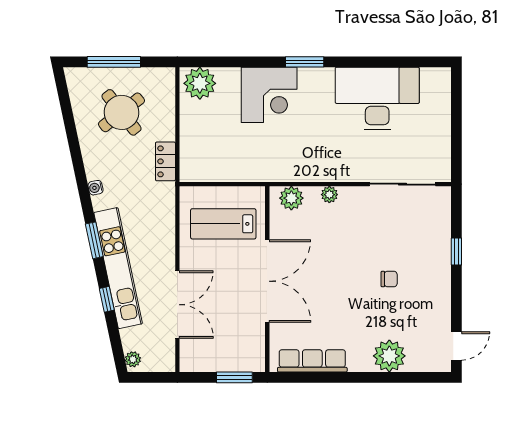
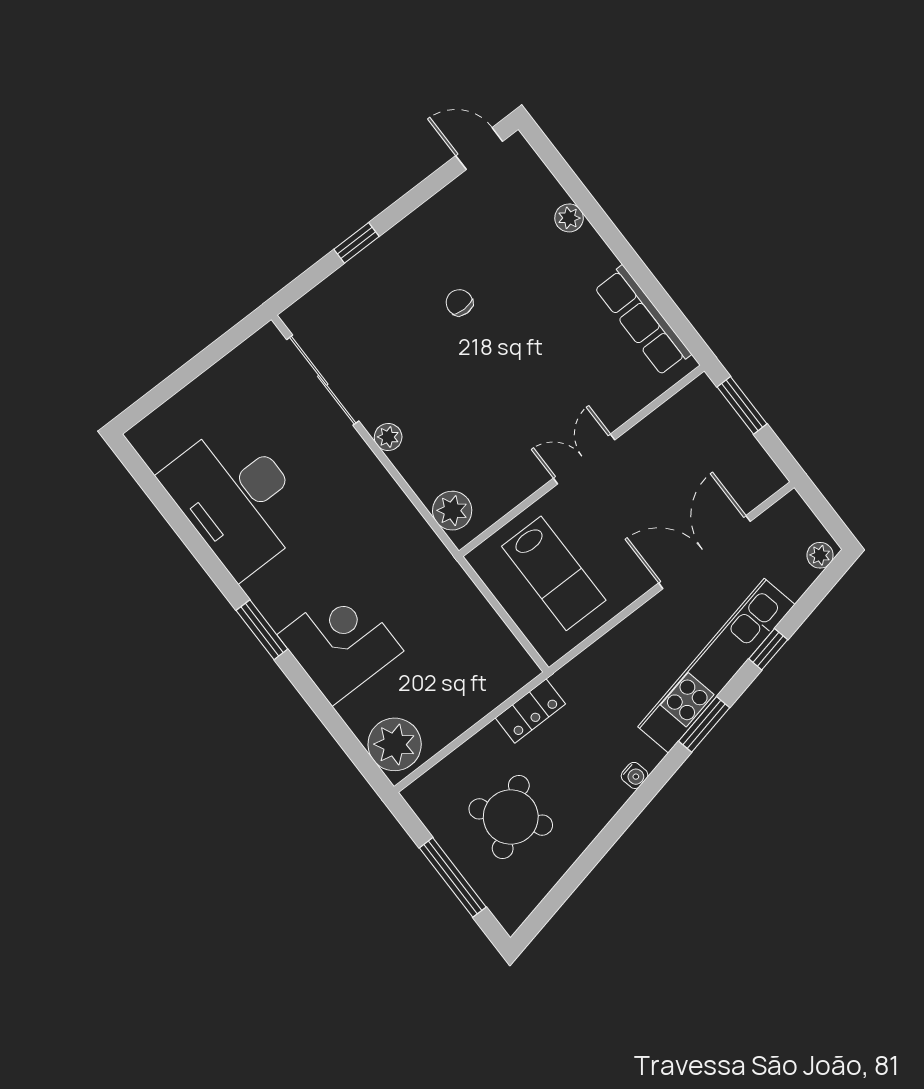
plant: (329, 195) -> (388, 437), moved
double door: (267, 281) -> (584, 459), width x0.54
plant: (389, 356) -> (569, 218), width x0.53, depth x0.53

